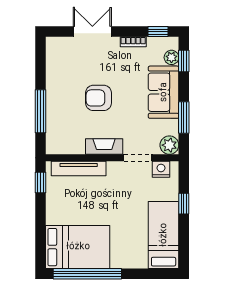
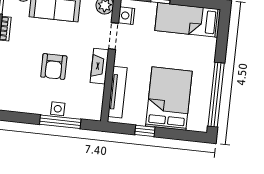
side table: (54, 107) -> (58, 109), added
window: (40, 183) -> (145, 131), moved
bed: (78, 247) -> (169, 99), moved

